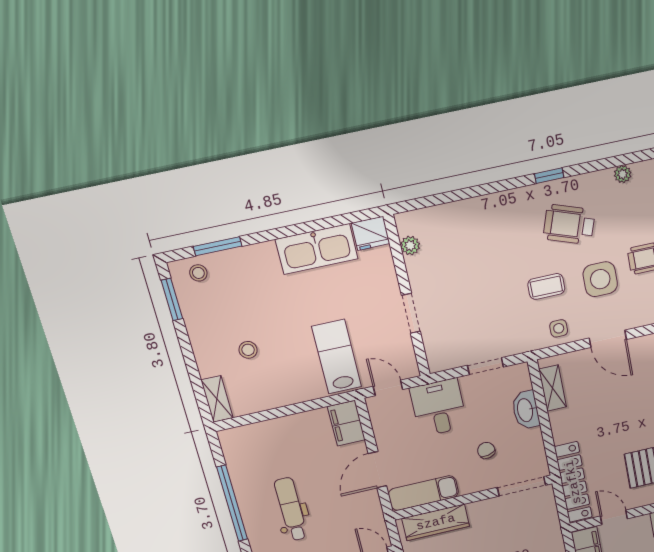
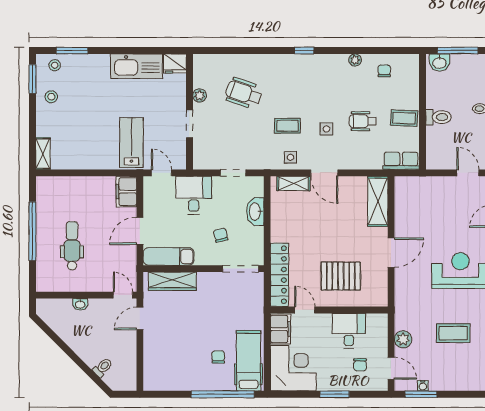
wheelchair: (569, 224) -> (244, 93), moved
plant: (410, 245) -> (200, 95), moved
side table: (600, 279) -> (326, 129), width x0.54, depth x0.54
stool: (248, 350) -> (51, 97), moved
shelving: (553, 388) -> (293, 183), moved, turned 90

